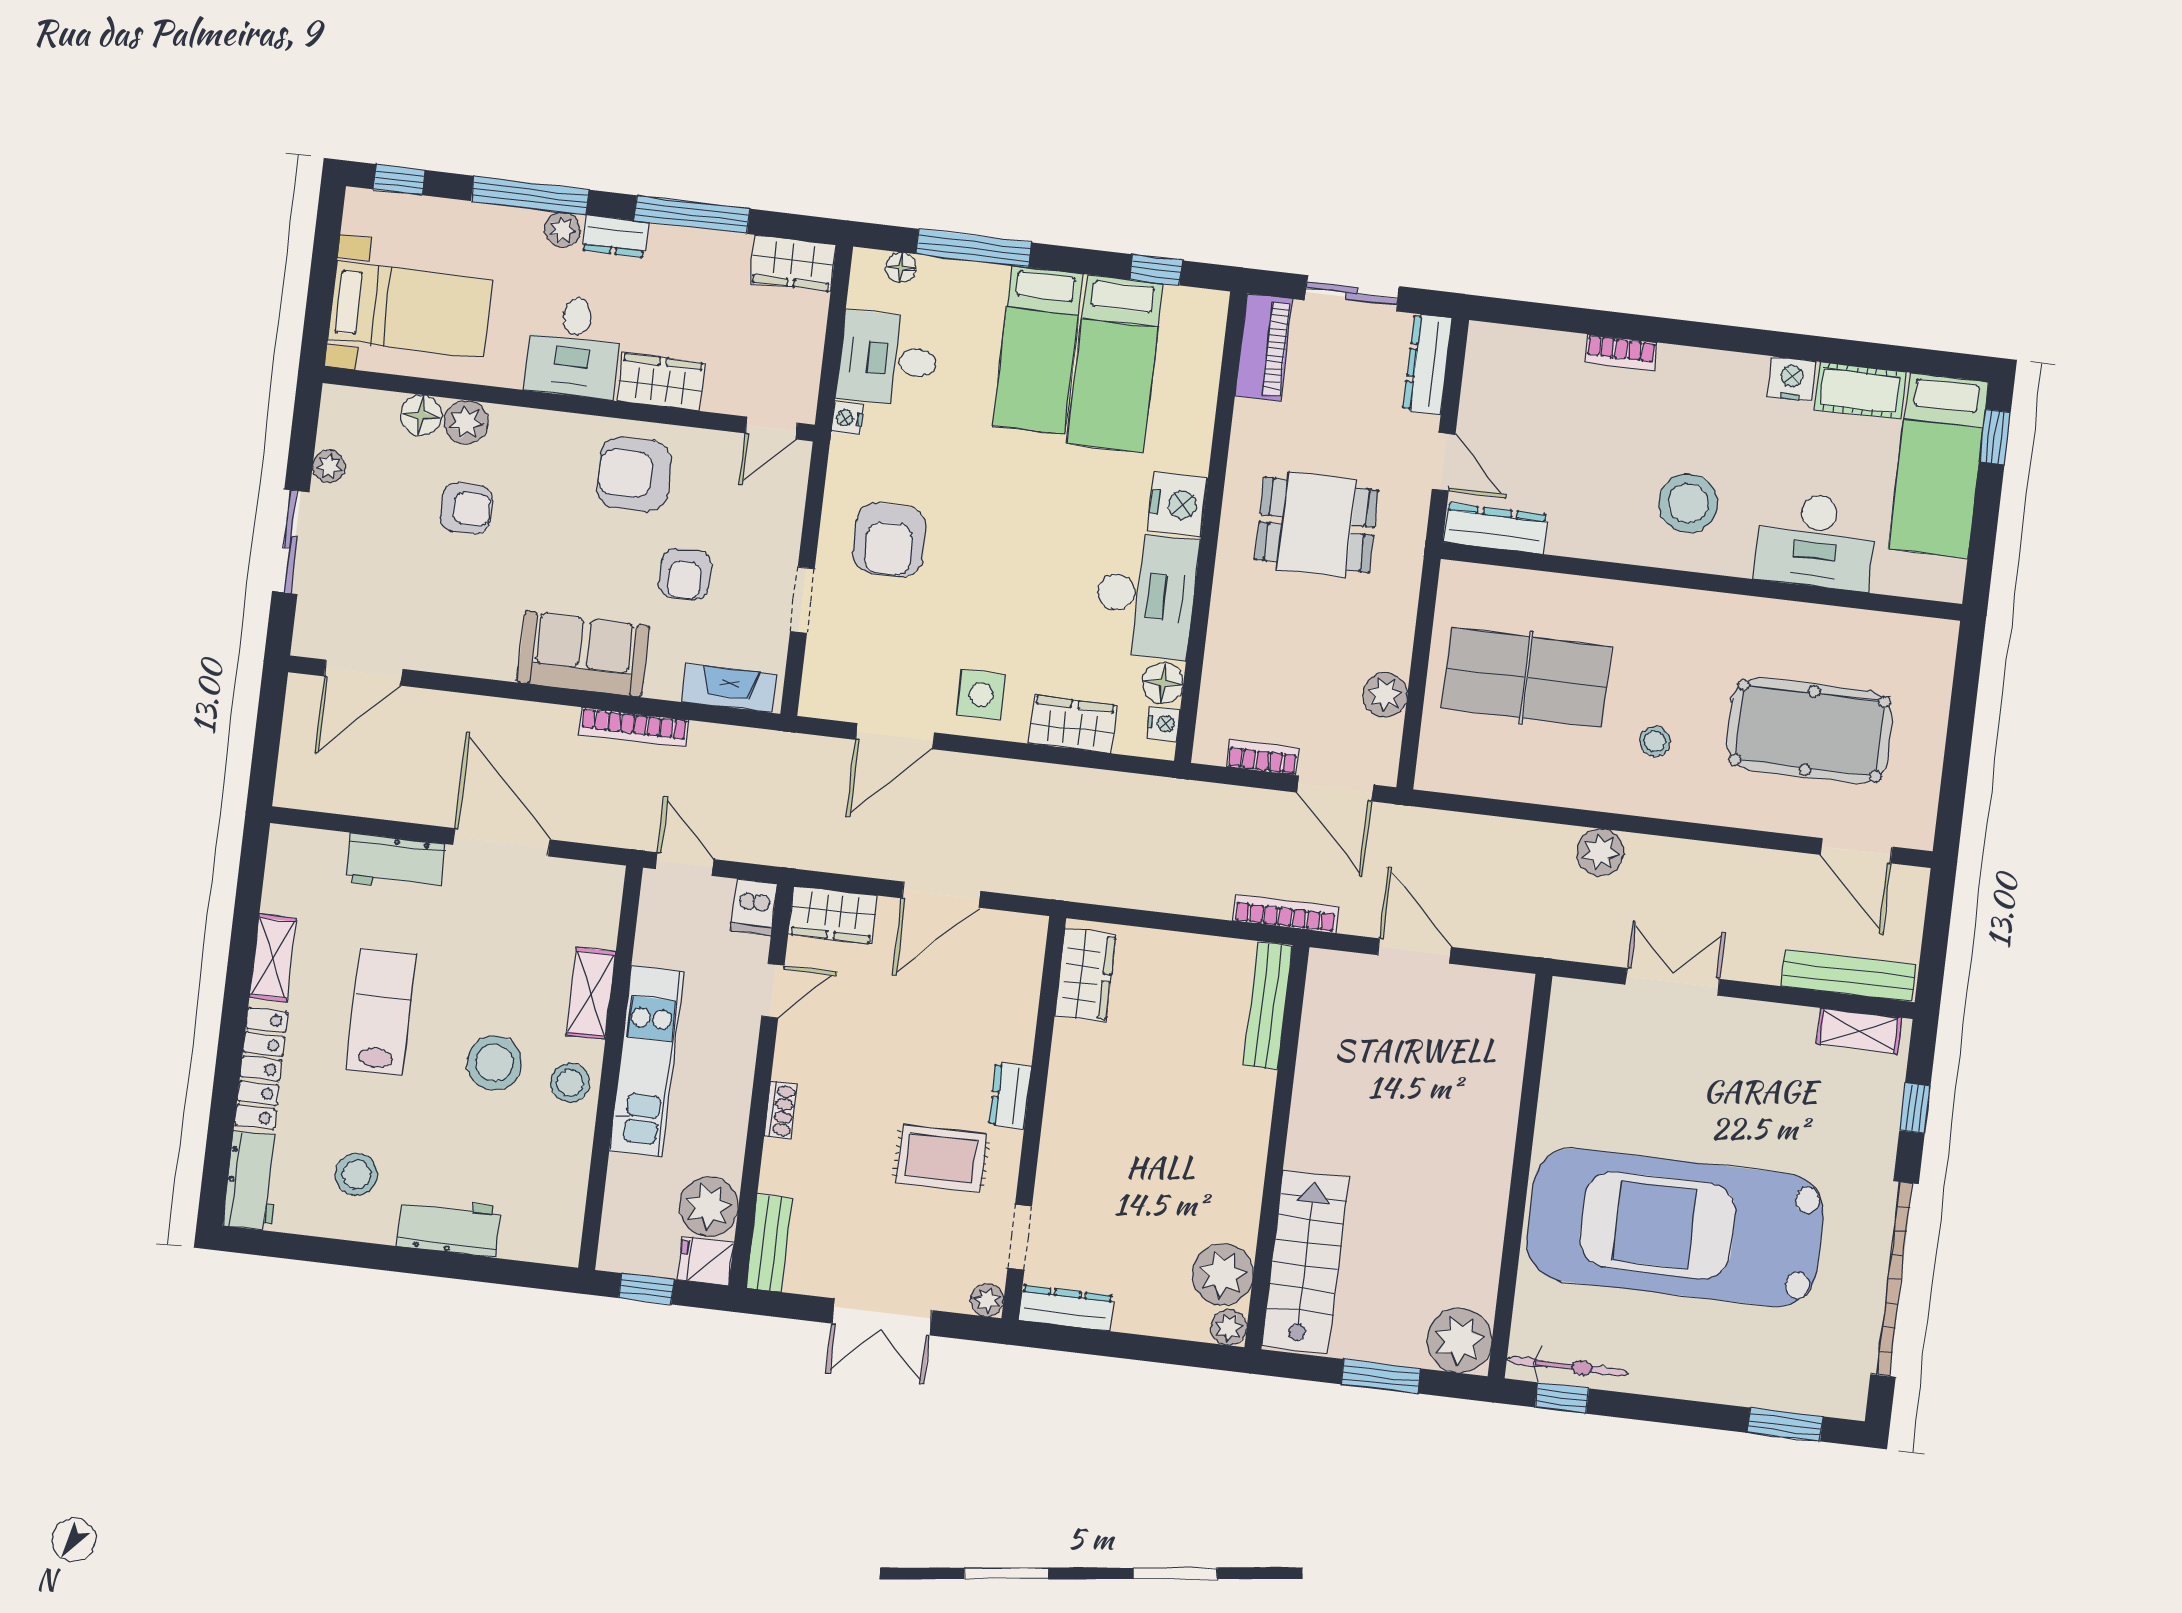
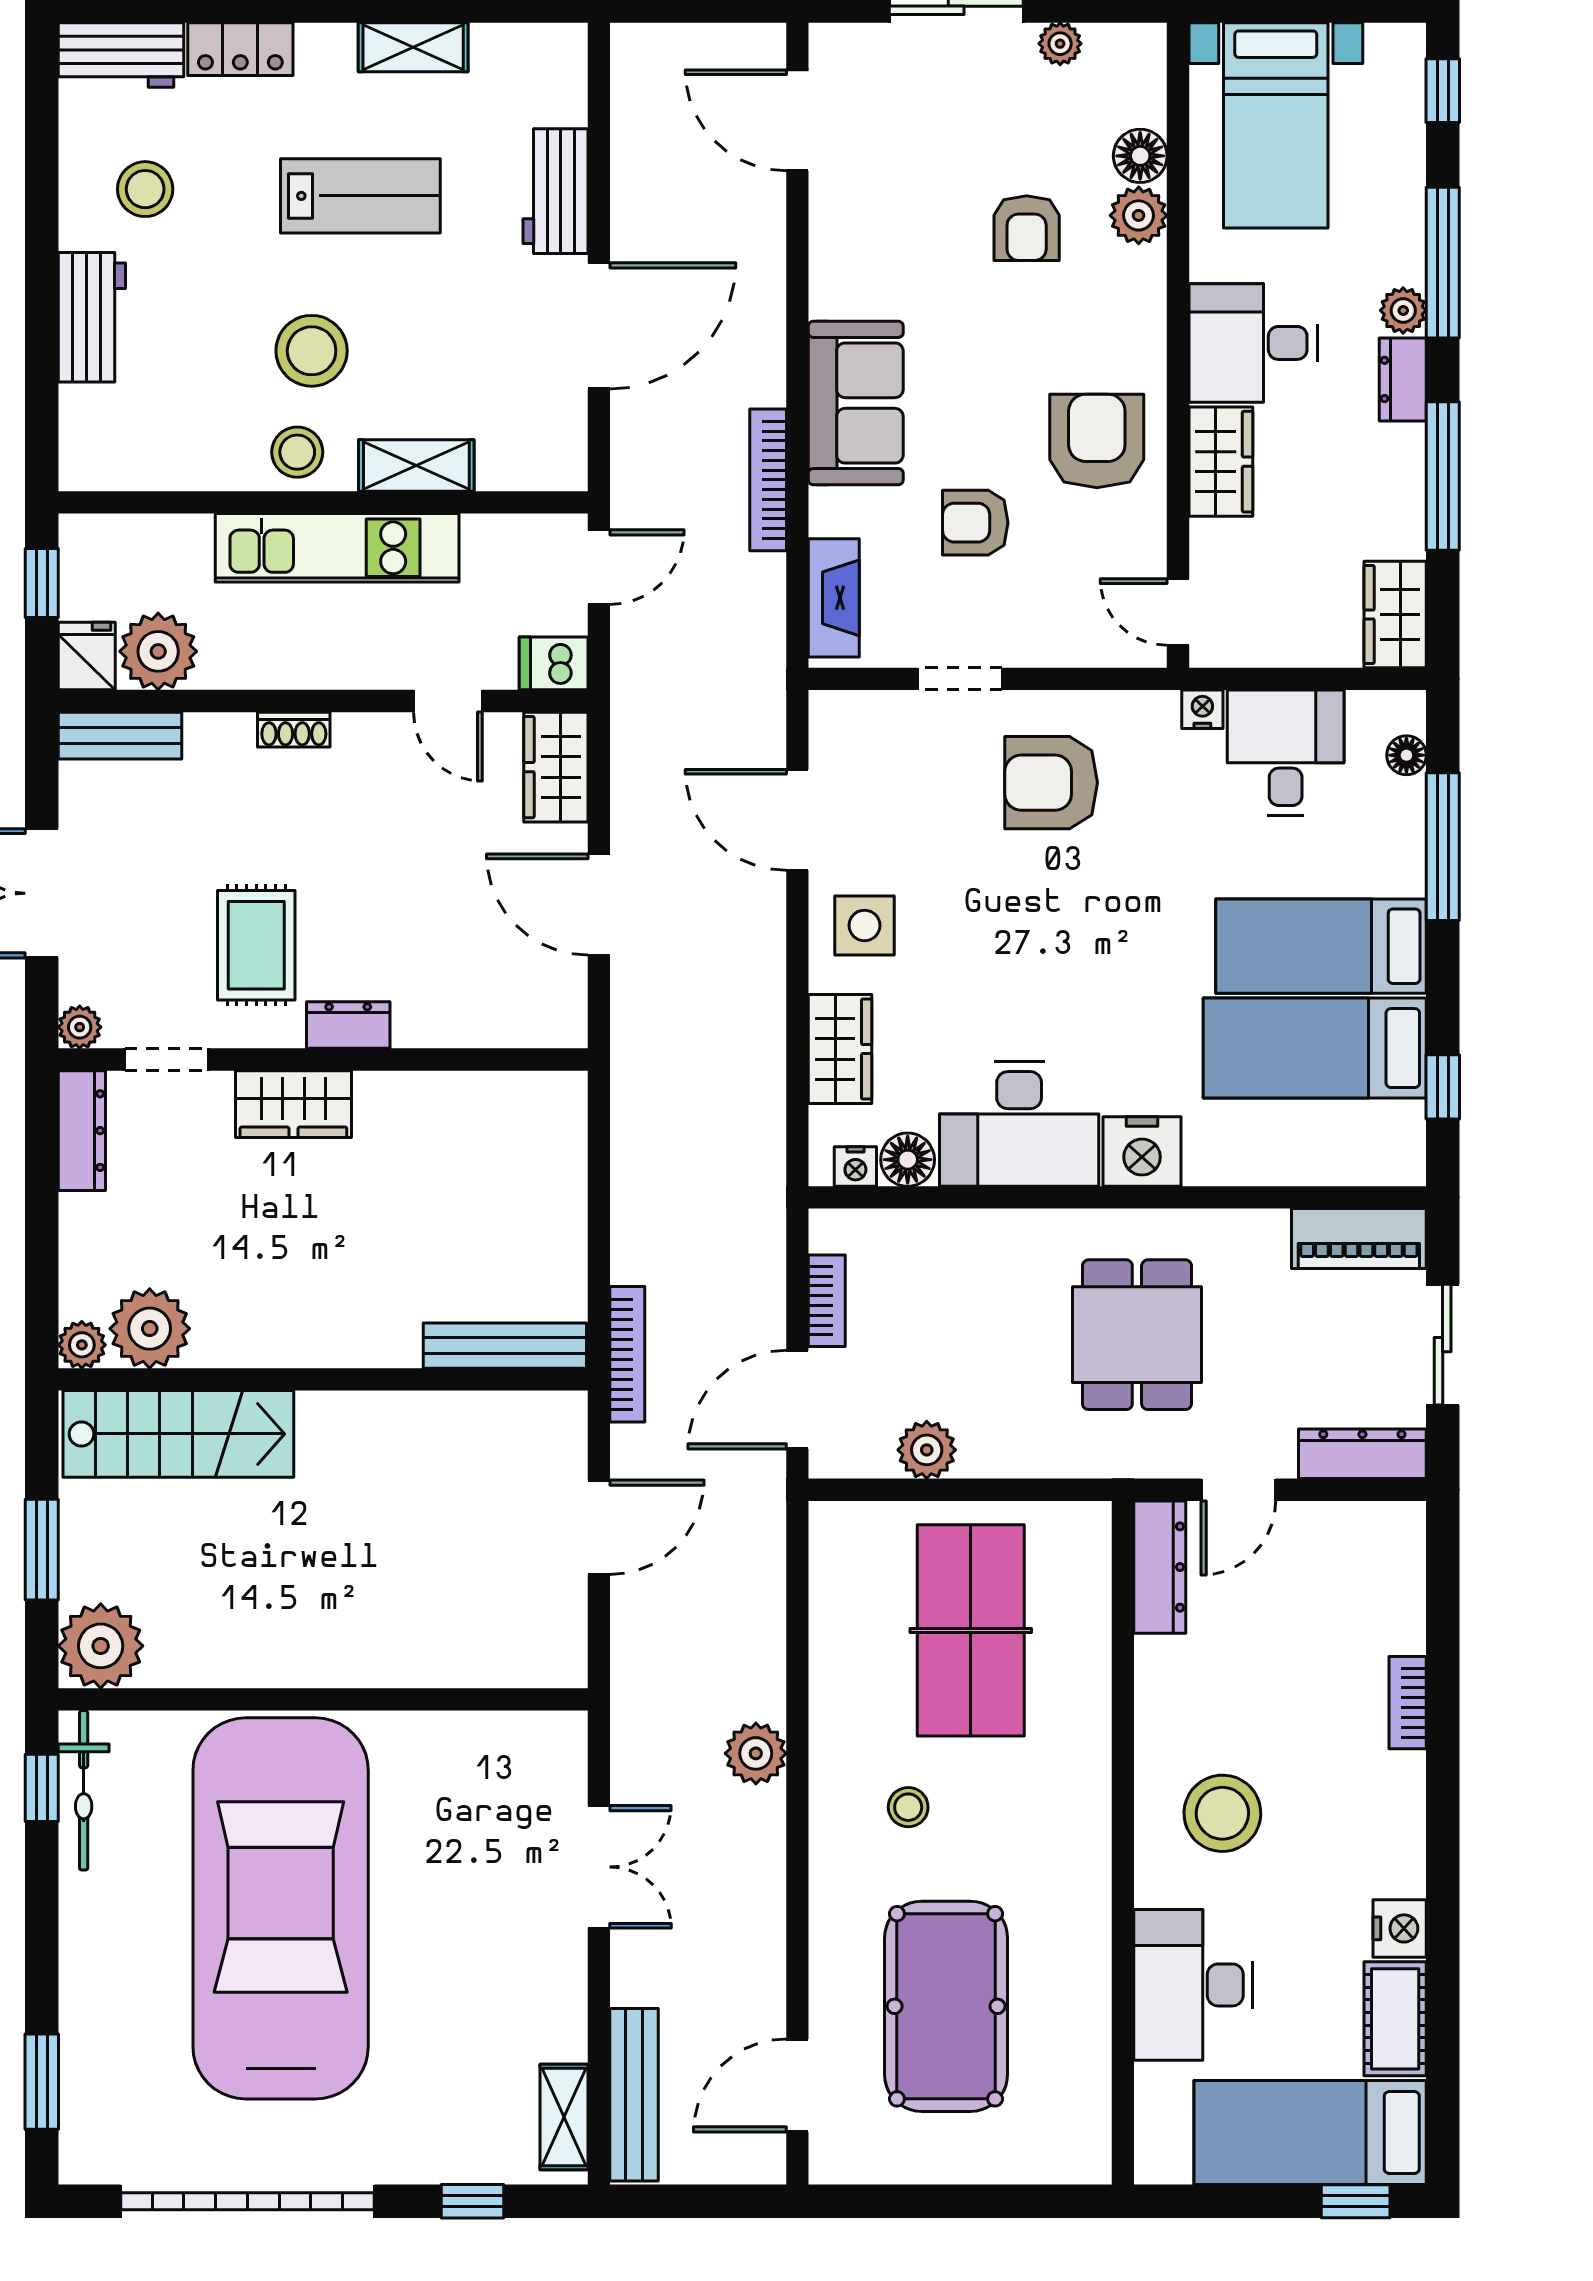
wardrobe: (1085, 975) -> (293, 1104), moved
locker: (261, 1068) -> (240, 49), width x0.66

